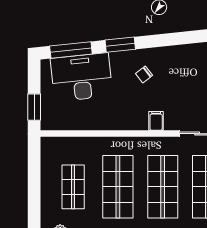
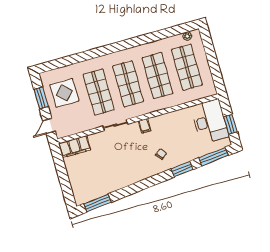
desk: (81, 77) -> (210, 121), moved, turned -84
window: (34, 107) -> (230, 124), moved
shop shelf: (73, 187) -> (187, 67), width x1.43, depth x1.36

